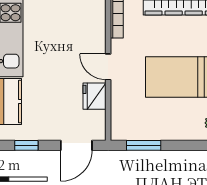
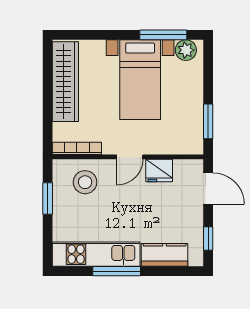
stool: (83, 22) -> (85, 182), added

